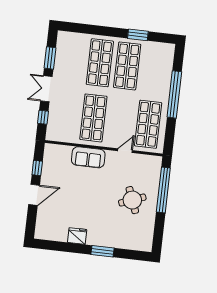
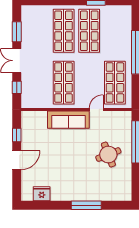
sofa: (88, 157) -> (68, 120), width x1.36
fridge: (77, 236) -> (42, 194), moved
window: (102, 251) -> (86, 205), width x1.44

